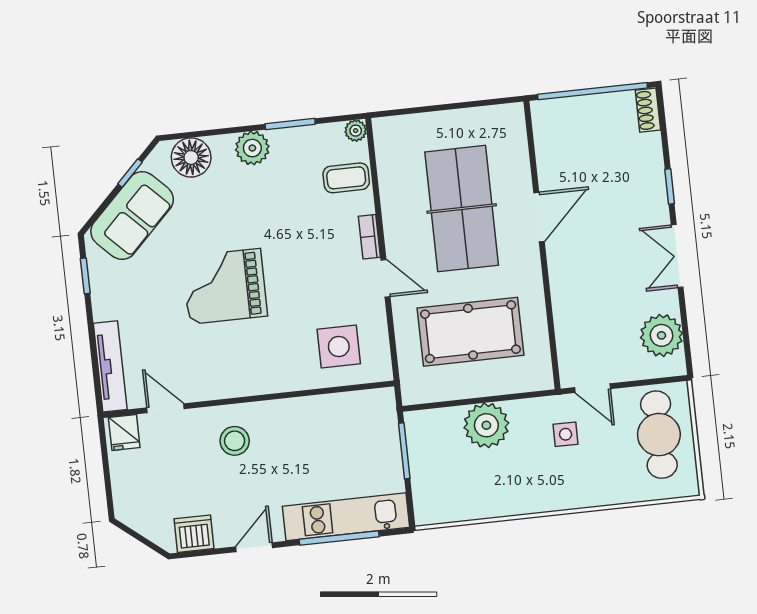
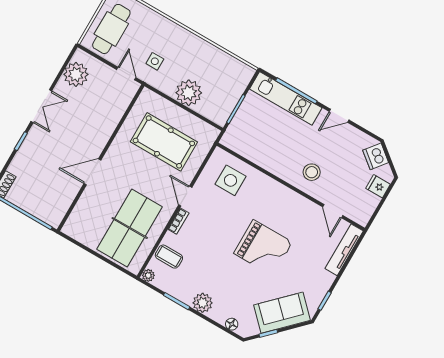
floor lamp: (191, 157) -> (232, 324), width x0.53, depth x0.53
table tennis table: (462, 209) -> (130, 228), moved
fridge: (124, 433) -> (378, 186), moved, turned -90
dishwasher: (194, 534) -> (376, 156), moved, turned 39

